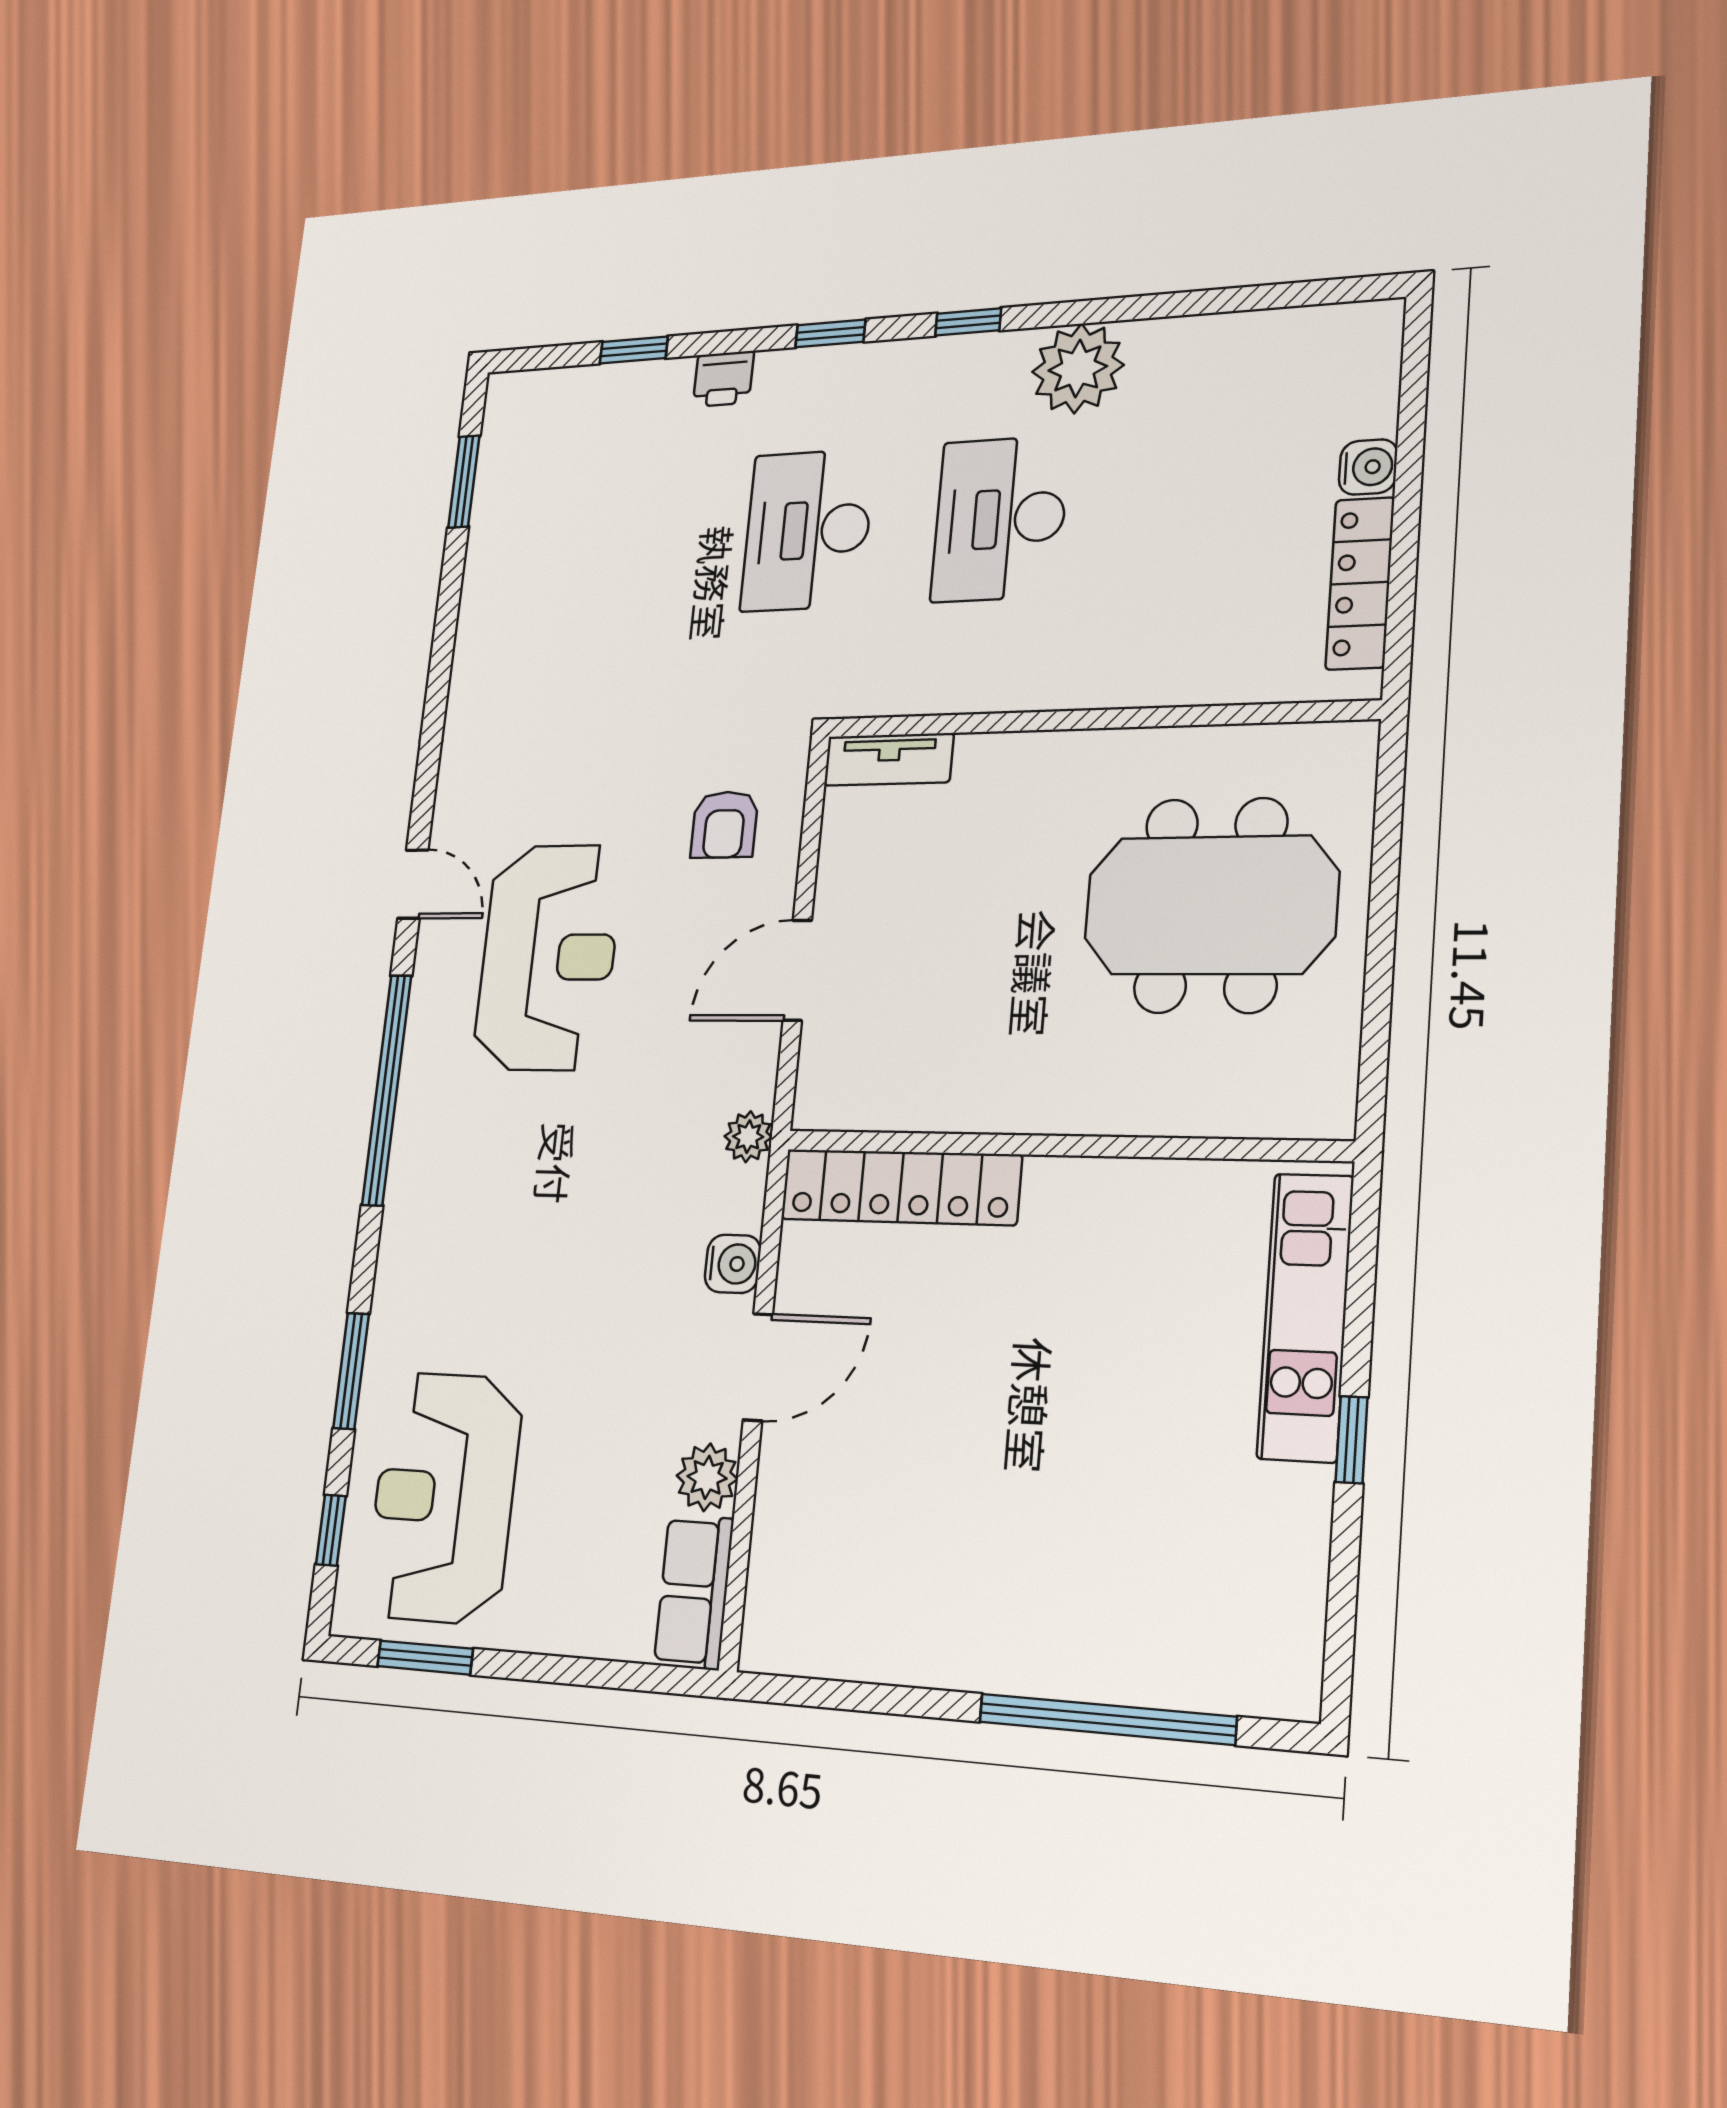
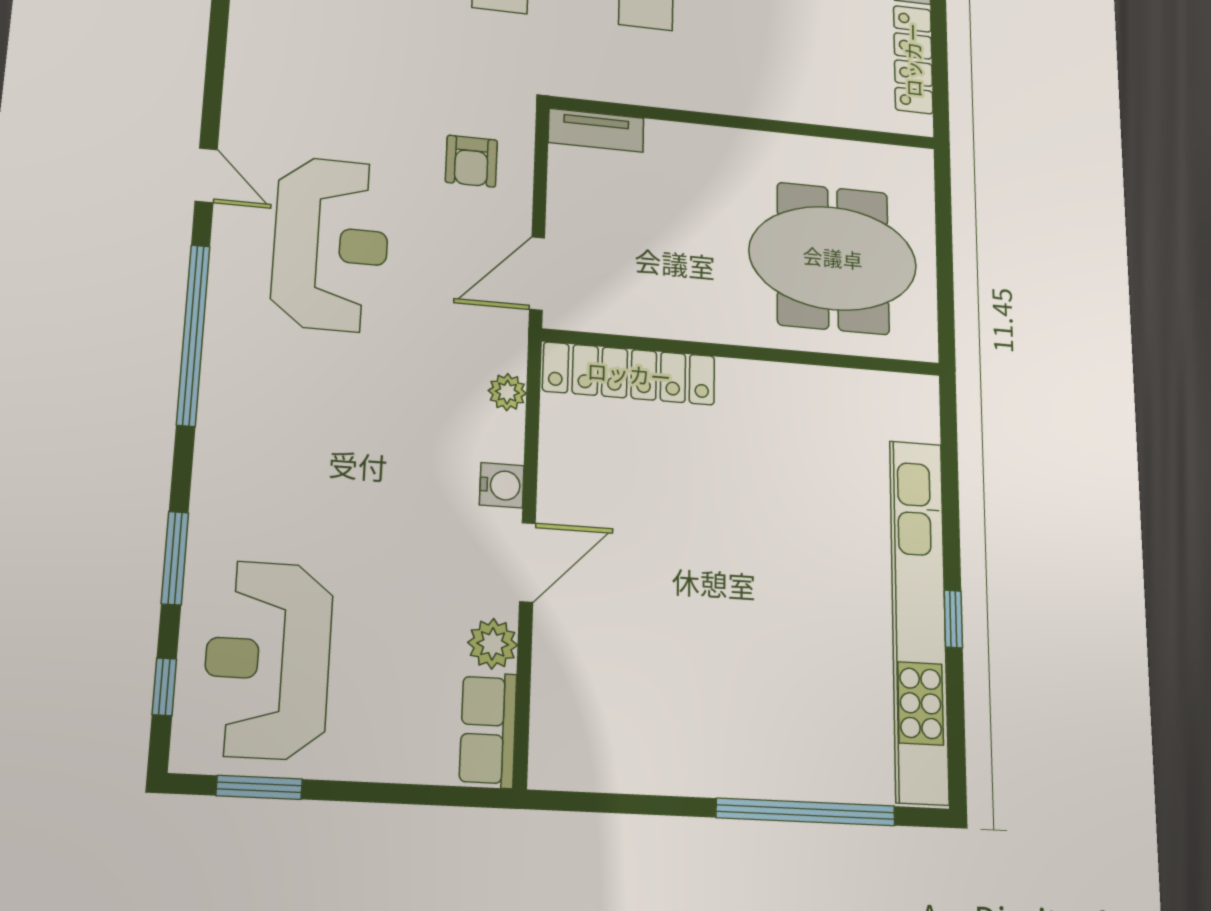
wall: (1062, 1146) -> (744, 352), moved
locker: (900, 1187) -> (629, 374), moved
kitchen unit: (1305, 1317) -> (919, 619), width x1.86

